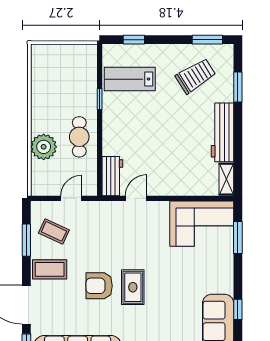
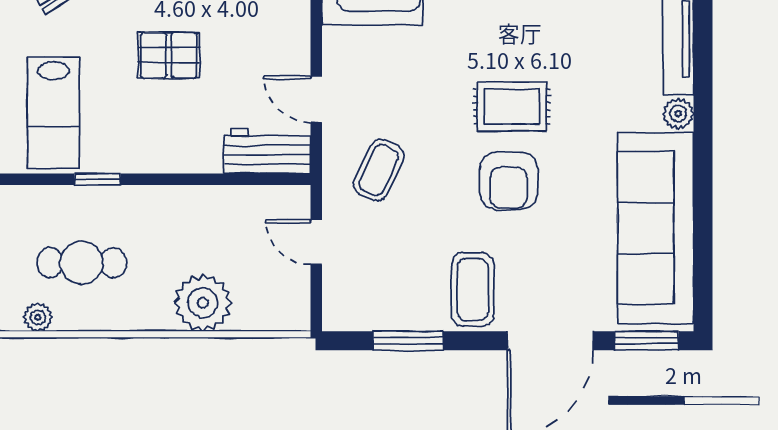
plant: (37, 72) -> (38, 317), added
pallet: (156, 131) -> (169, 55), added
cafe table: (79, 137) -> (82, 263), moved
coffee table: (54, 231) -> (379, 170), moved

